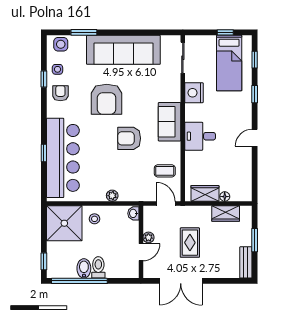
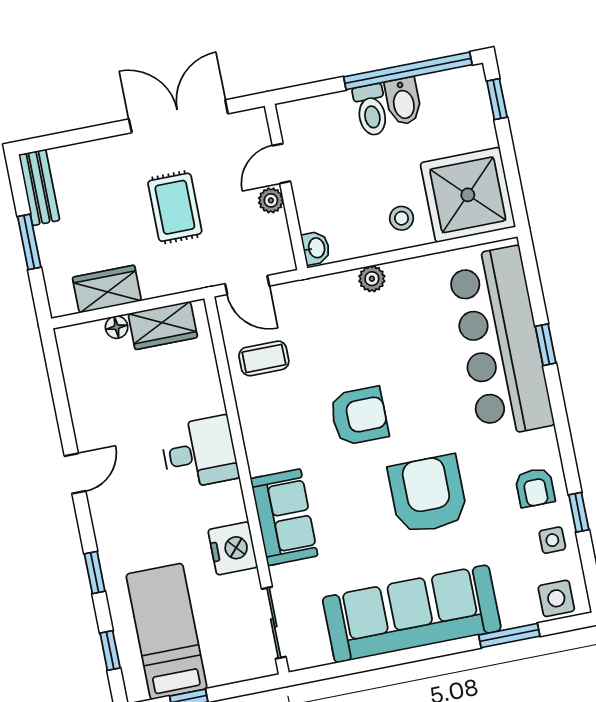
sofa: (170, 122) -> (284, 517), moved

